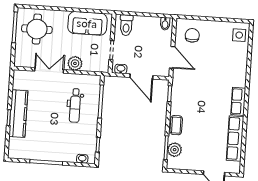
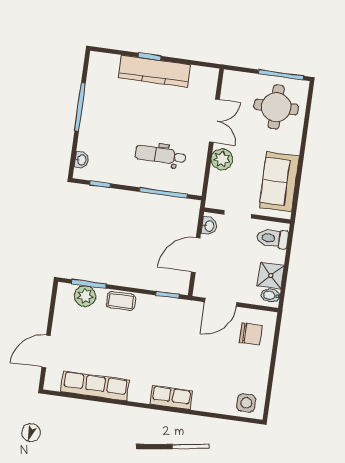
shower: (152, 25) -> (271, 276), added
row of seats: (238, 101) -> (171, 398), moved

